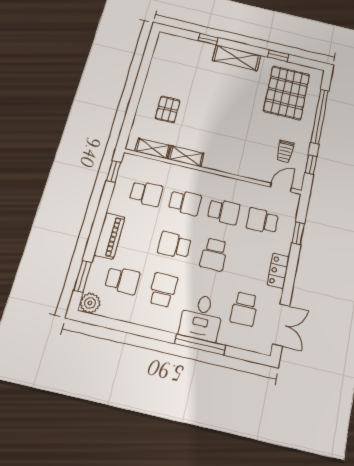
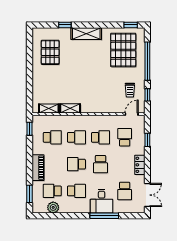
window: (278, 56) -> (131, 25), moved
pallet: (168, 109) -> (50, 52), moved, width x1.50, depth x1.42
school desk: (262, 221) -> (125, 137), turned 90
school desk: (123, 280) -> (52, 191), turned 180
school desk: (163, 290) -> (76, 191), turned 90
plant: (90, 303) -> (53, 207), moved

